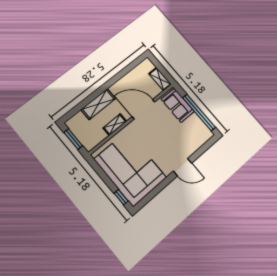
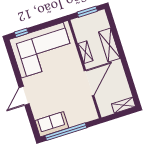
shelving: (160, 79) -> (124, 105), moved
sofa: (178, 105) -> (52, 124), moved

